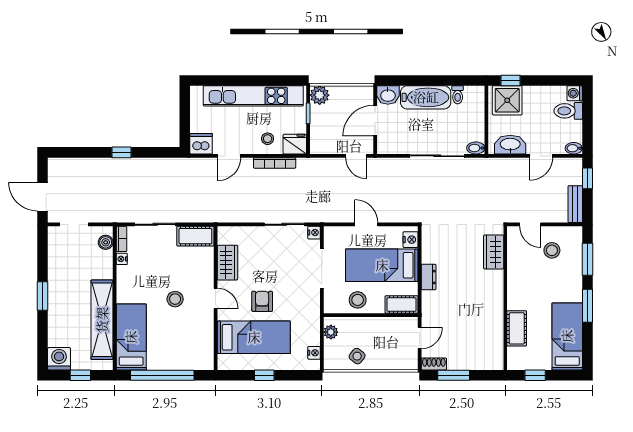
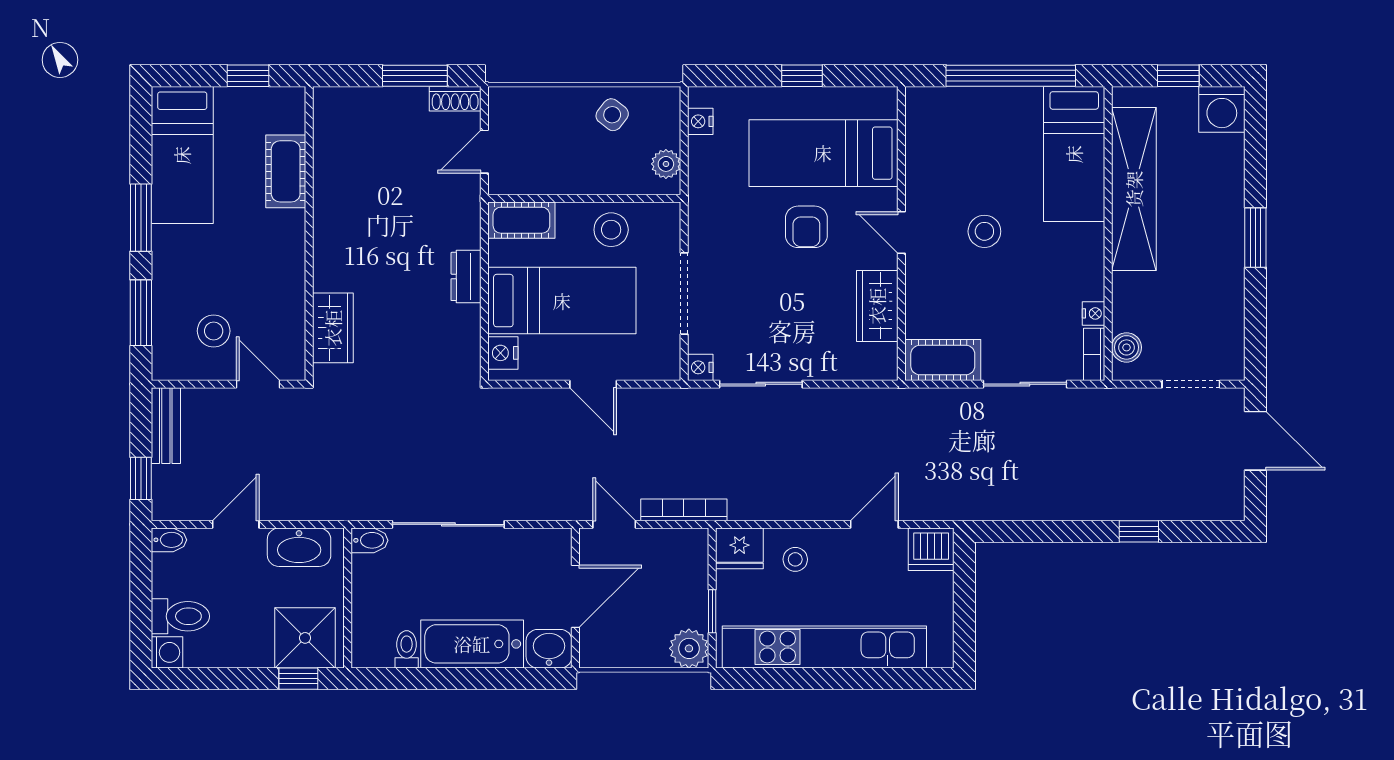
window: (121, 152) -> (1139, 531), moved
bookcase: (275, 163) -> (684, 510), moved

